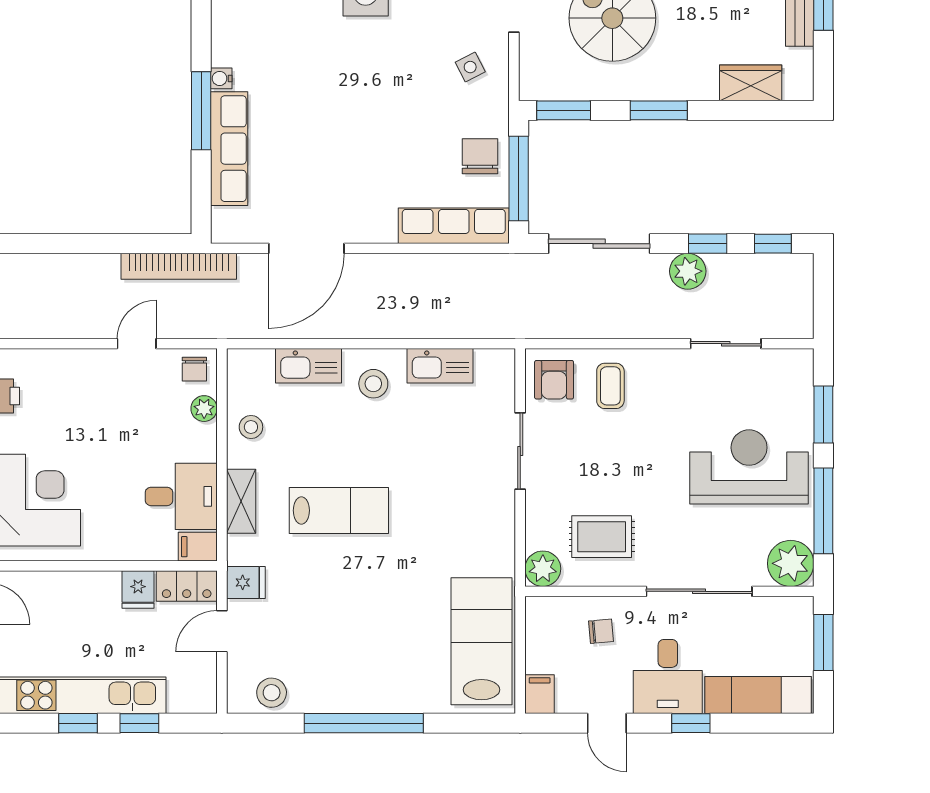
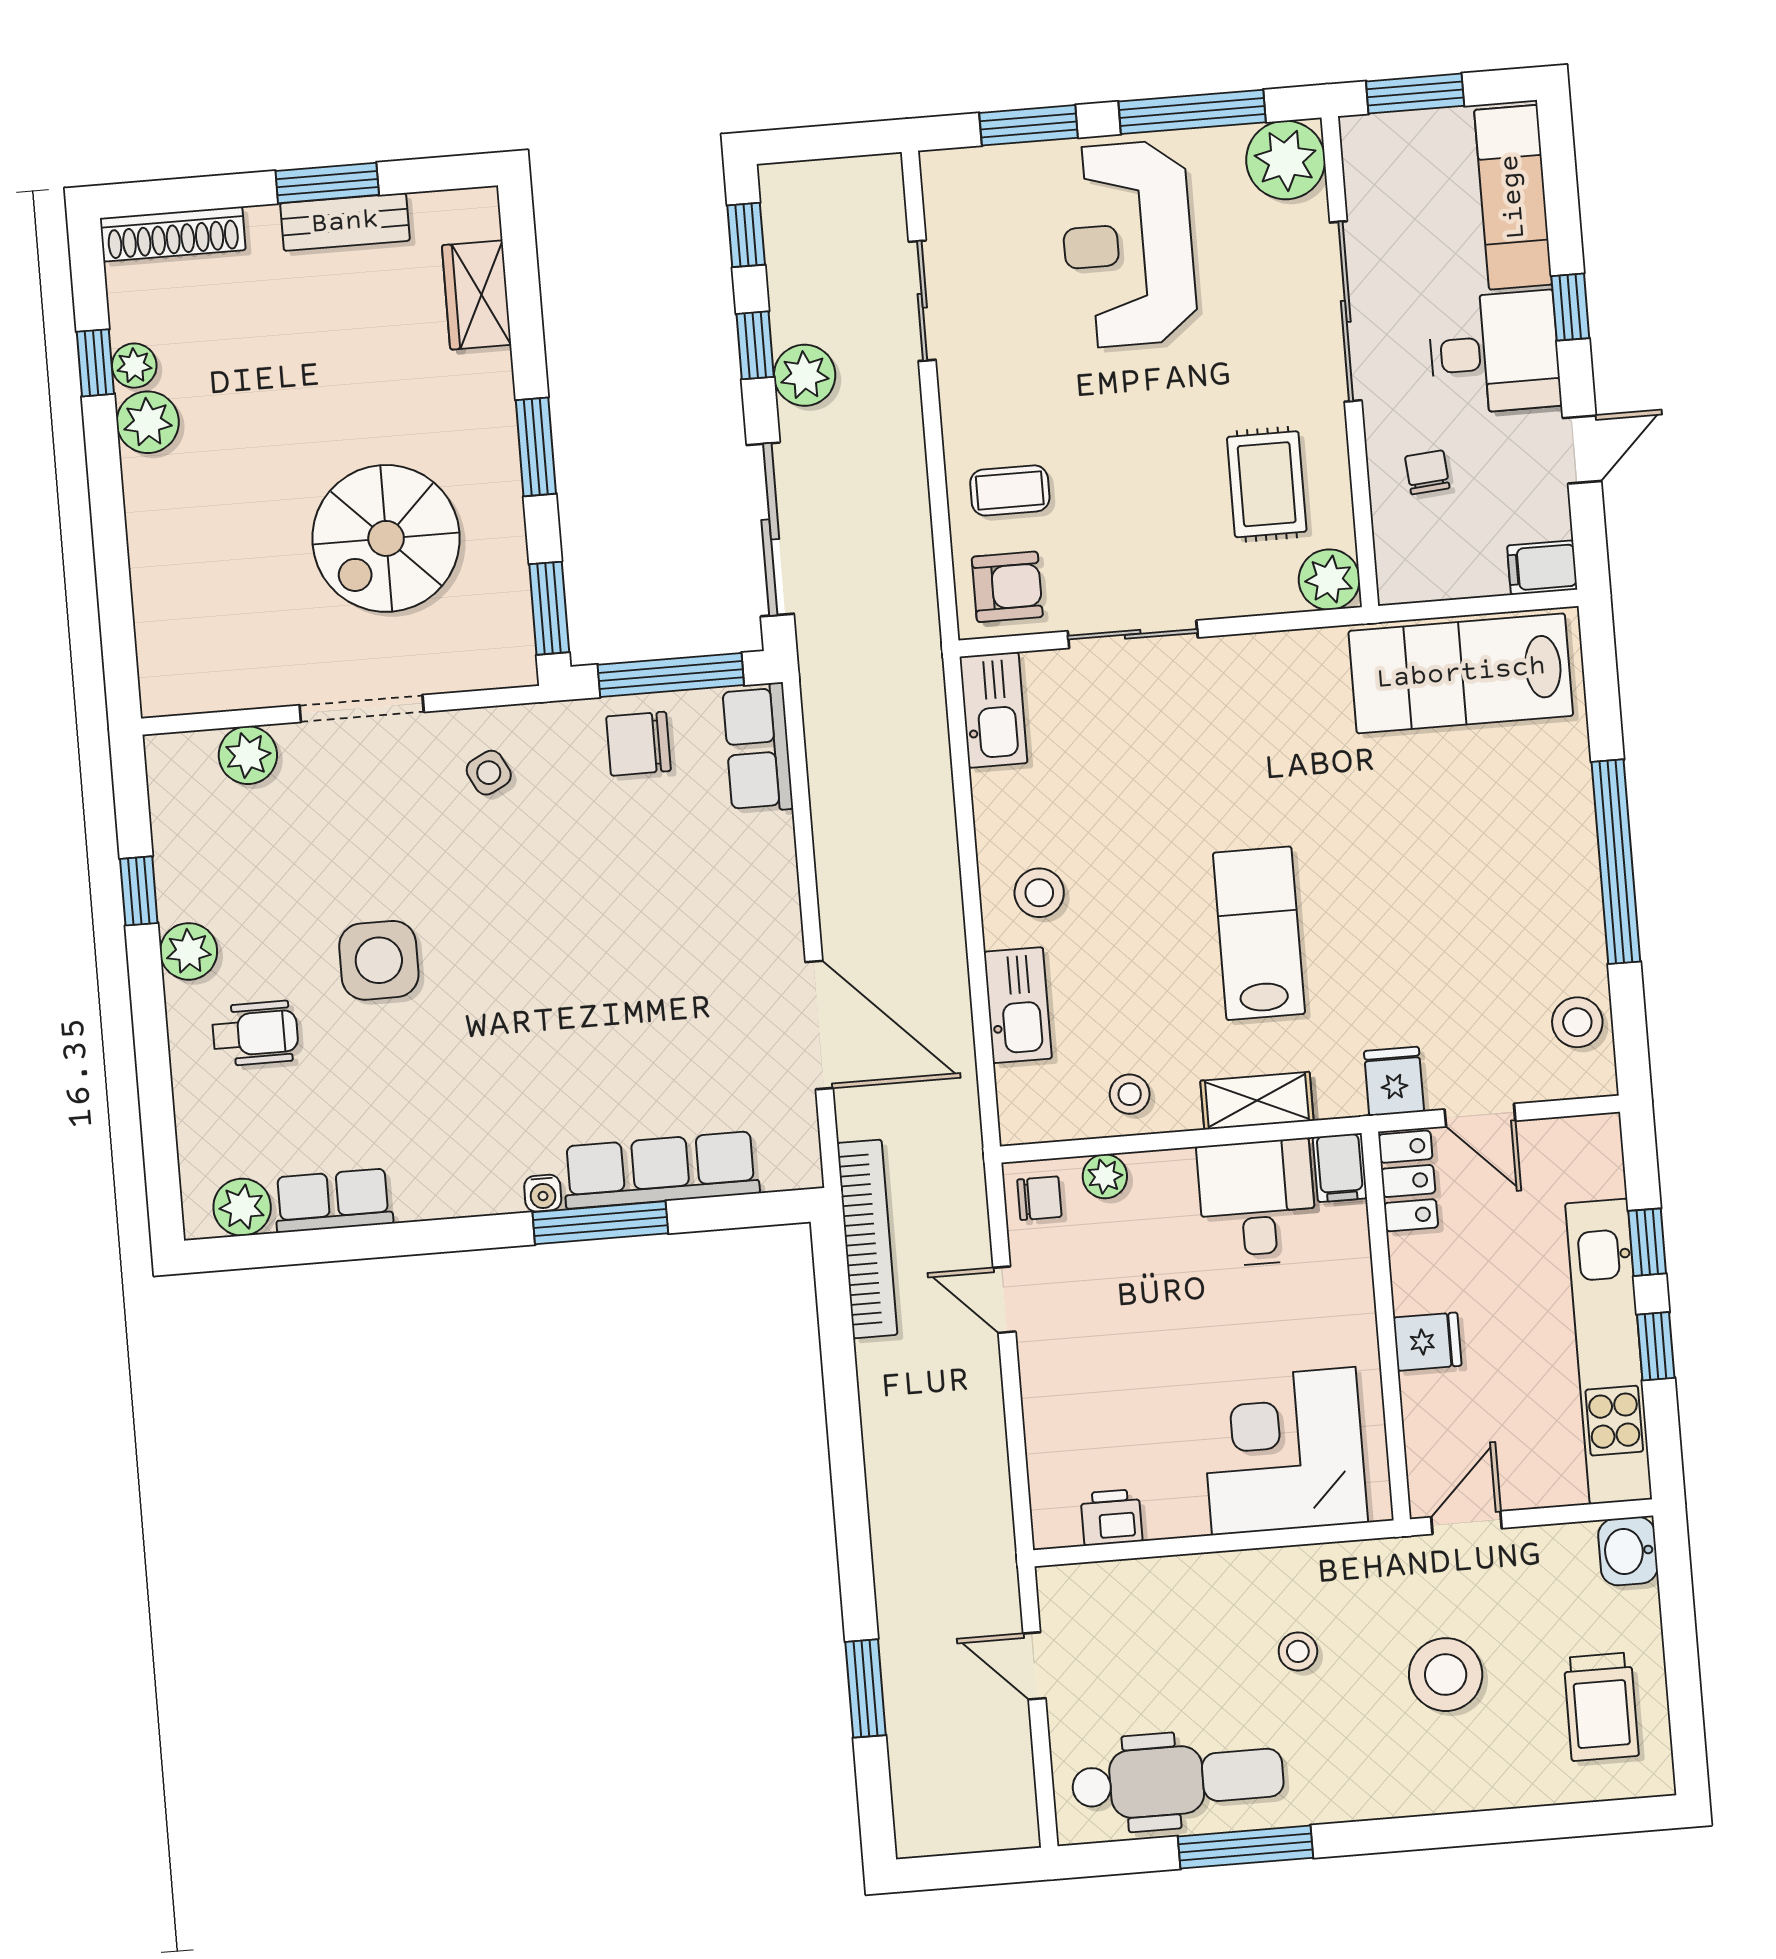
row of seats: (454, 226) -> (758, 748), width x0.68
kitchen sink: (440, 366) -> (994, 710), moved
fridge: (138, 590) -> (1427, 1342), moved

